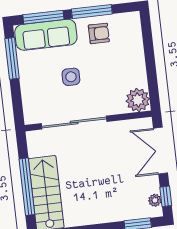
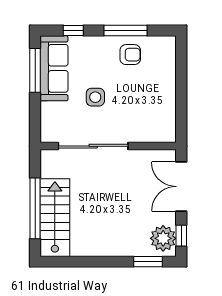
window: (43, 17) -> (73, 31), width x0.46
sofa: (46, 35) -> (54, 68), moved, turned -90
plant: (138, 100) -> (163, 130), removed
plant: (155, 200) -> (163, 238), width x1.87, depth x1.87

